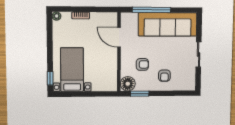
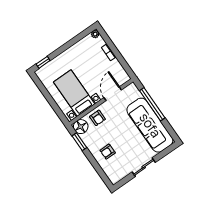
armchair: (142, 64) -> (97, 118), moved
bed with nightstands: (72, 70) -> (74, 93), moved, turned -90

